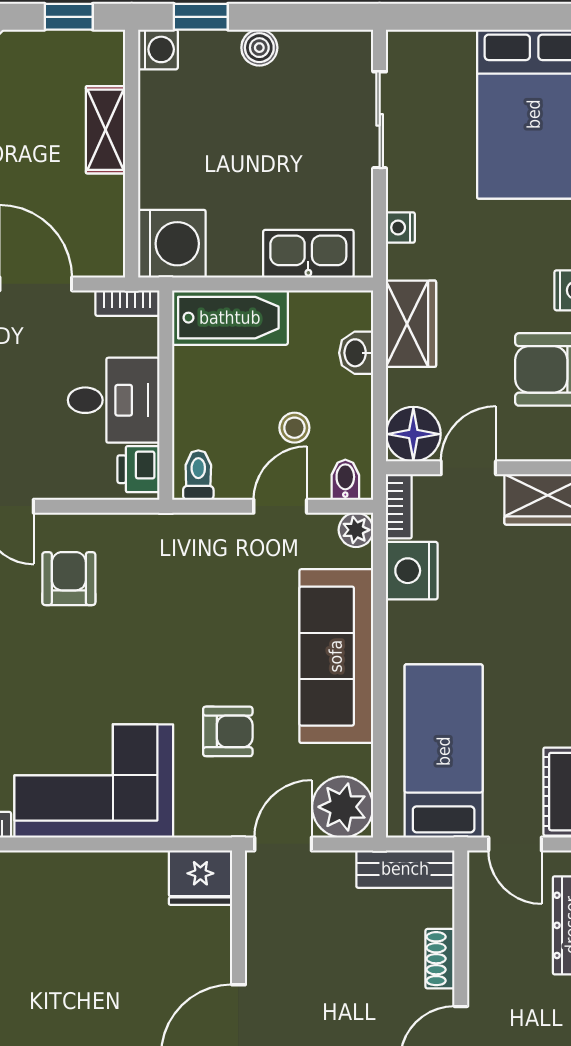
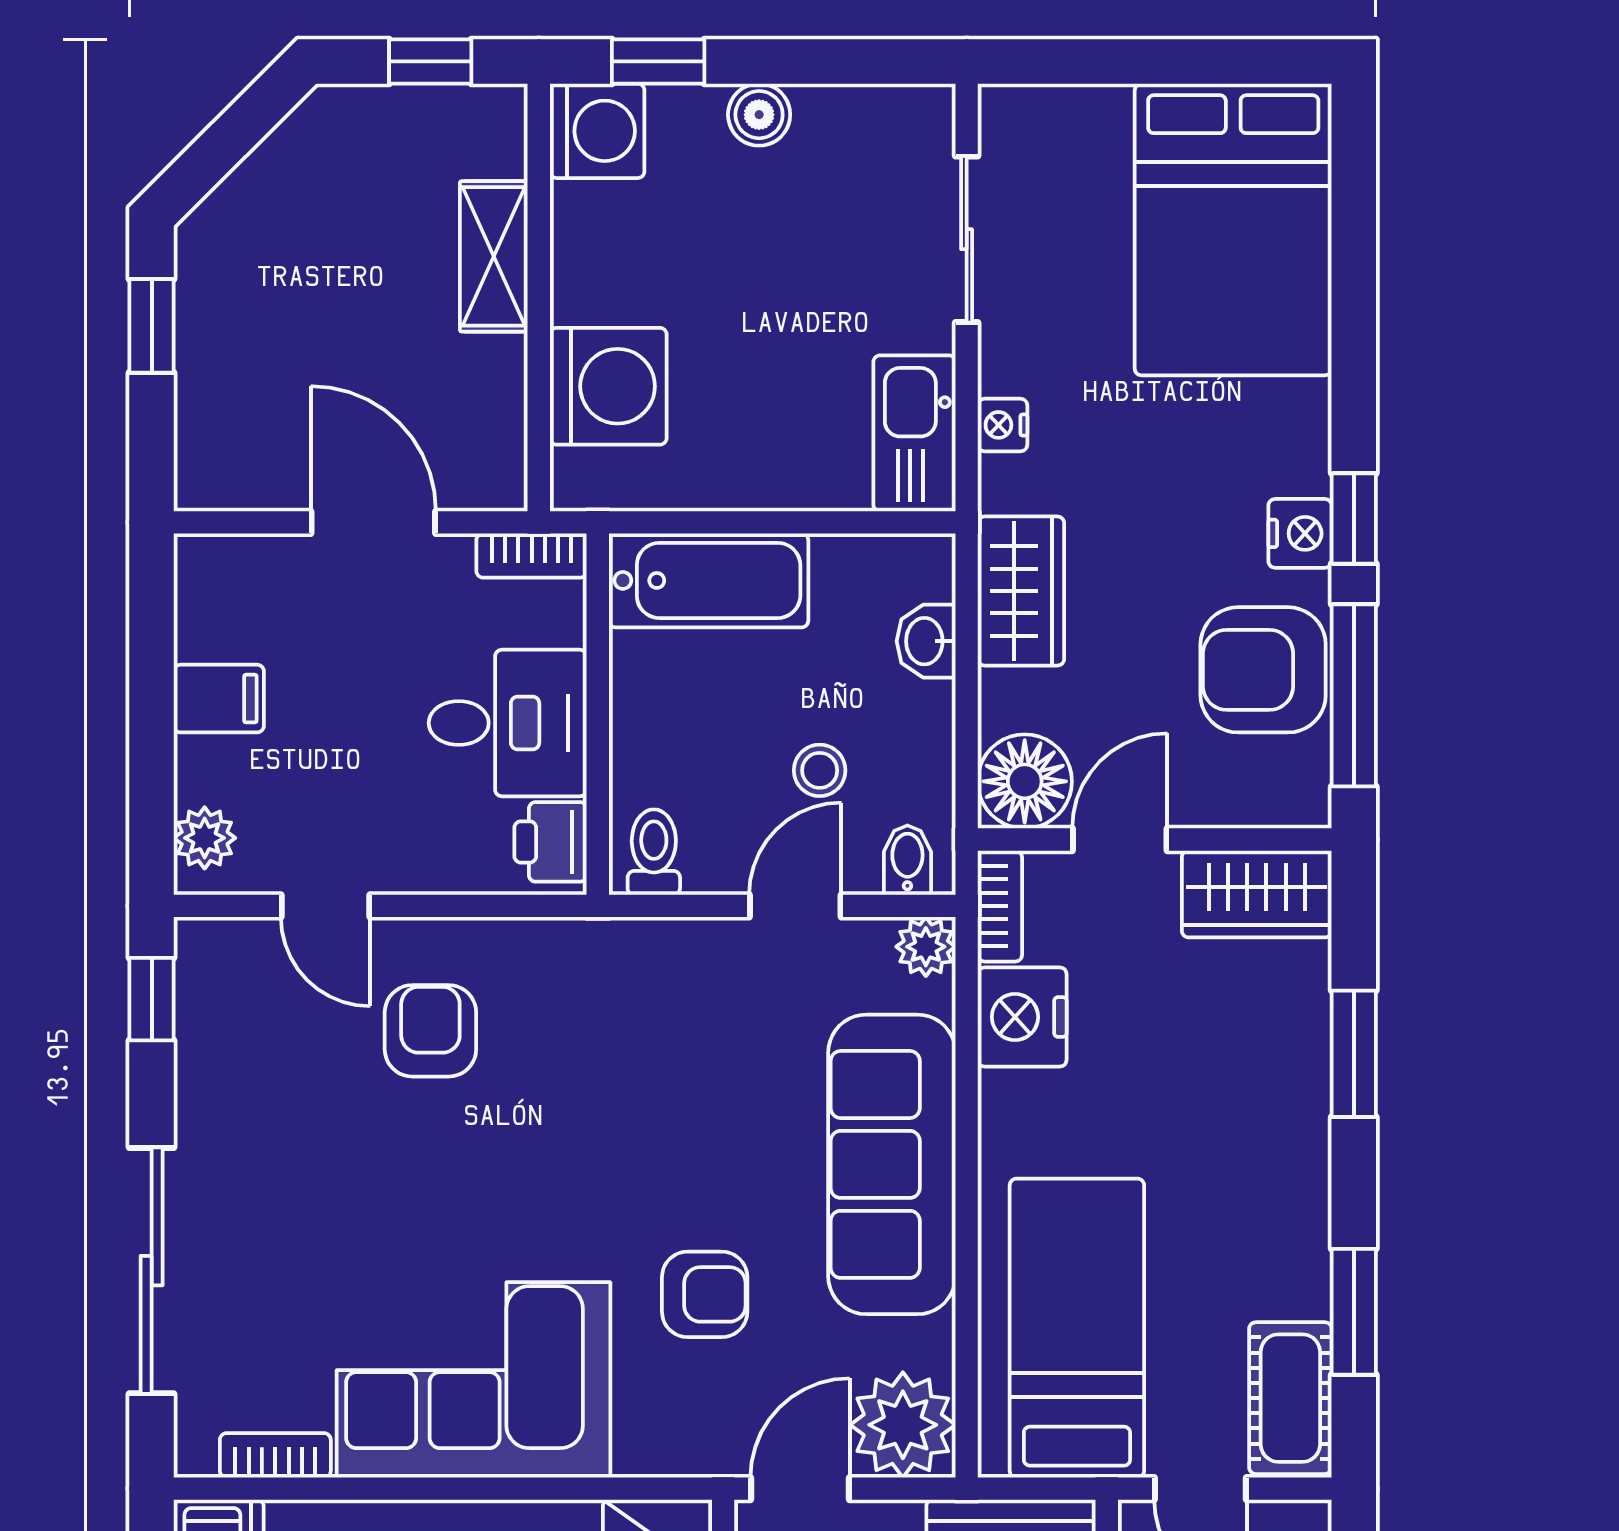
washing machine: (158, 49) -> (597, 131), width x1.38, depth x1.38
washing machine: (172, 244) -> (608, 386), moved
kitchen sink: (308, 254) -> (914, 433), moved, turned -90

